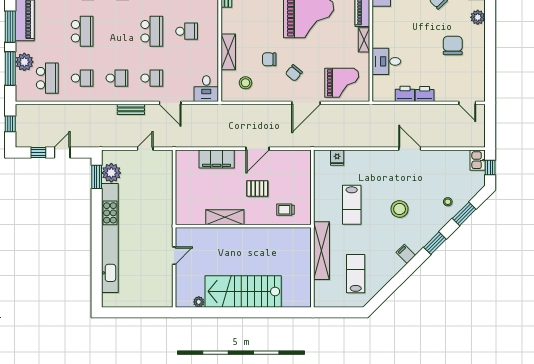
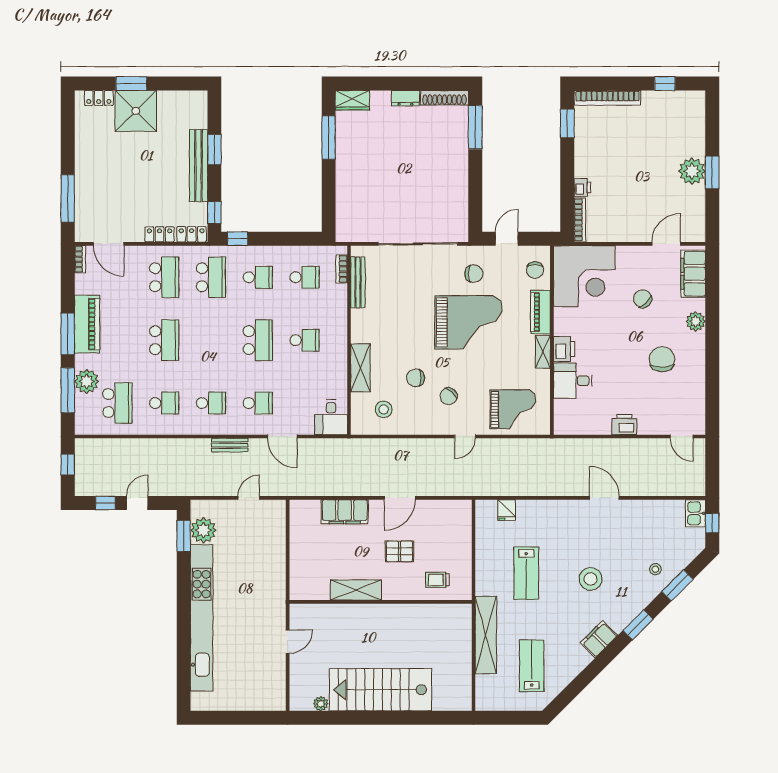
printer: (405, 94) -> (564, 349), moved, turned 90
door: (306, 103) -> (465, 436), width x0.53
filing cabinet: (406, 254) -> (599, 639), width x2.00

